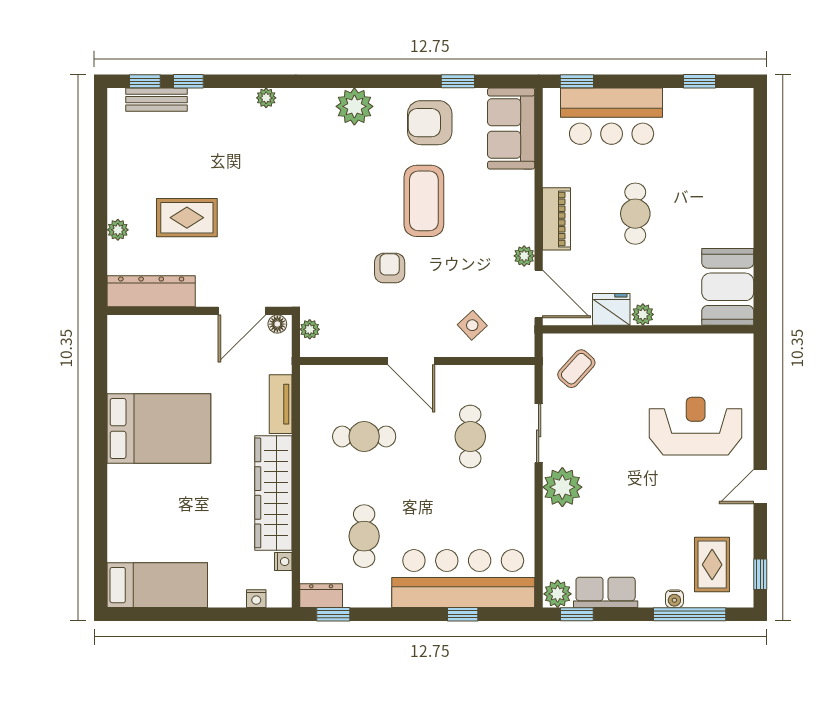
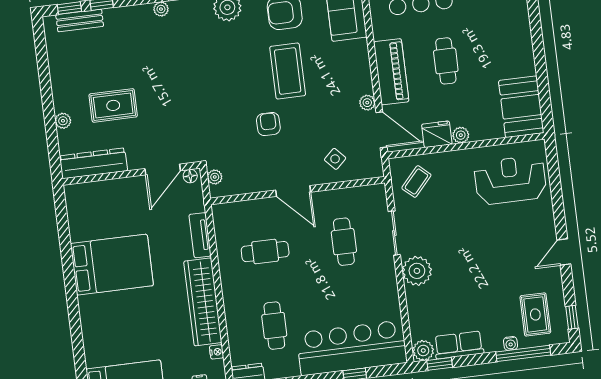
piano: (557, 219) -> (391, 72), width x1.37, depth x1.33
reception desk: (696, 426) -> (510, 180), moved

